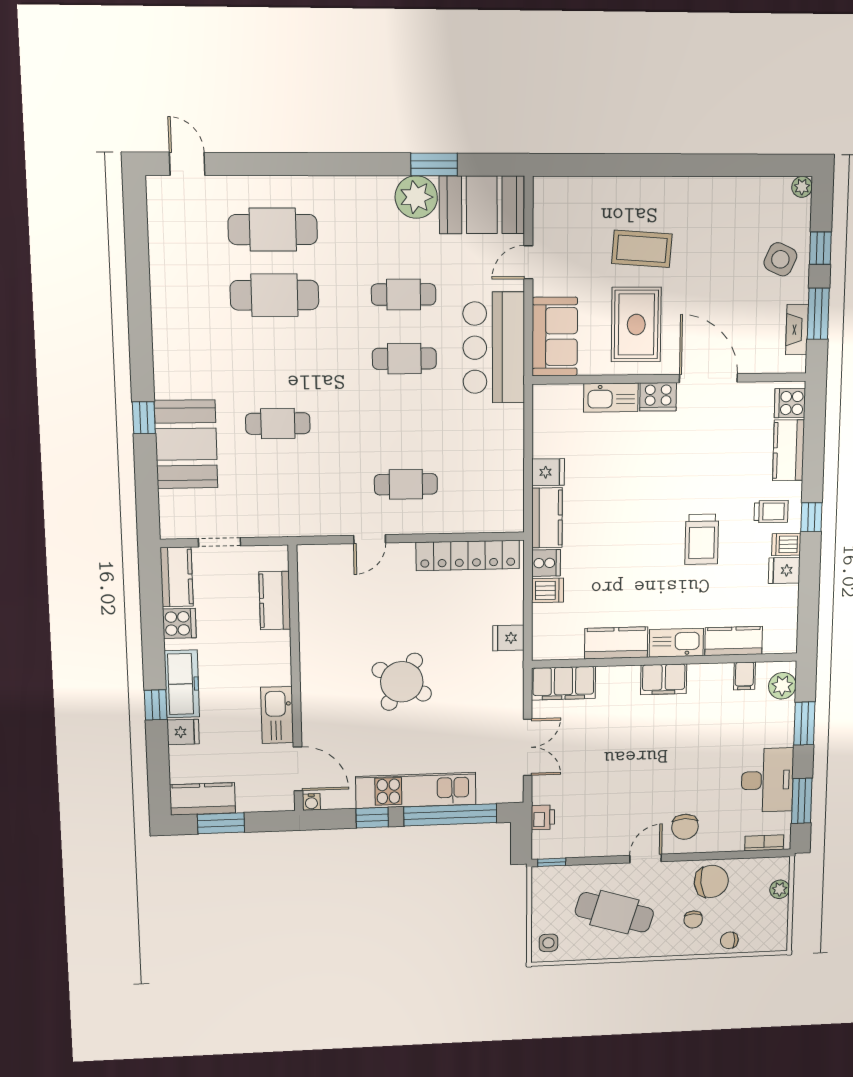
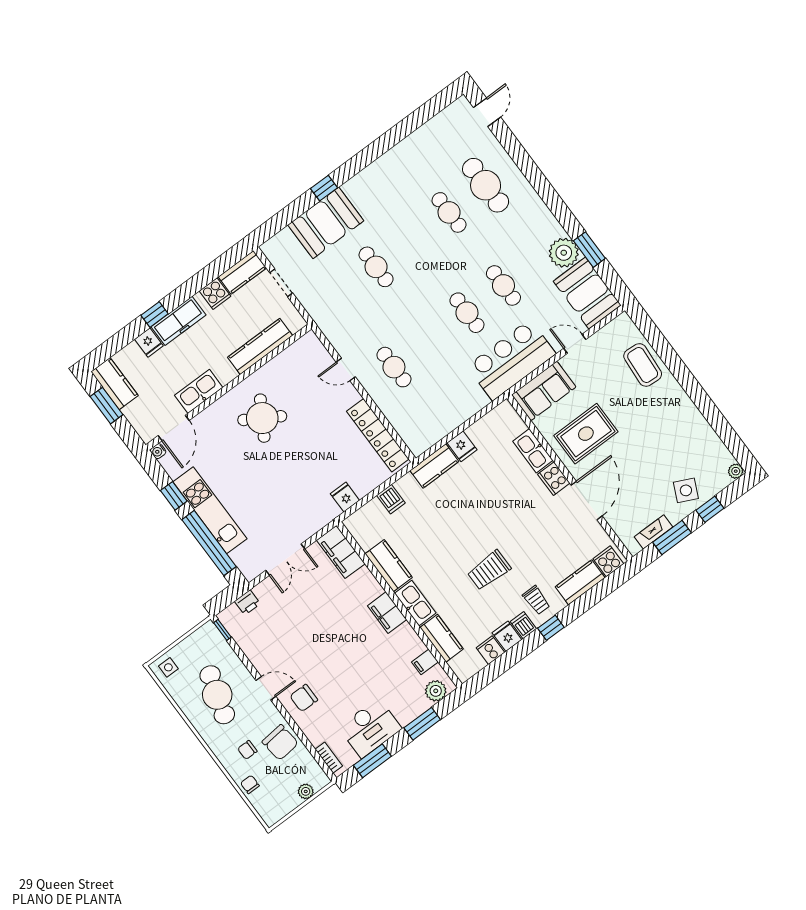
coffee table: (642, 249) -> (643, 365), moved
cafe table: (274, 295) -> (449, 212), width x0.73, depth x0.74
cooker: (546, 563) -> (490, 650), moved, turned 180
kitchen counter: (275, 601) -> (260, 346), width x1.50
round table: (402, 682) -> (262, 418), moved

